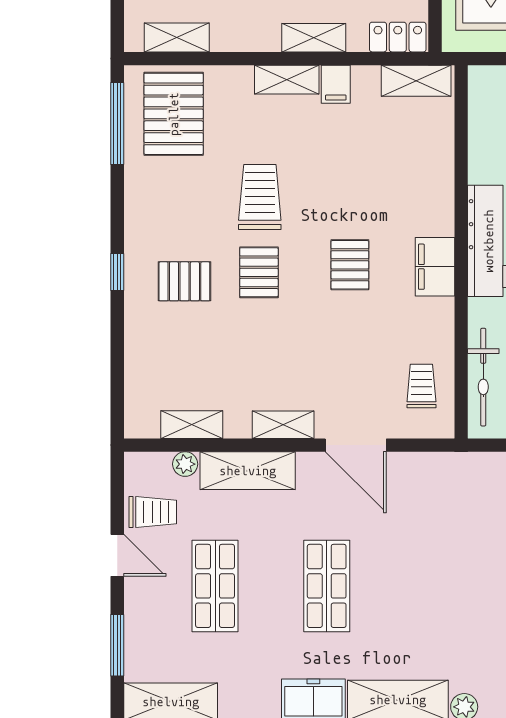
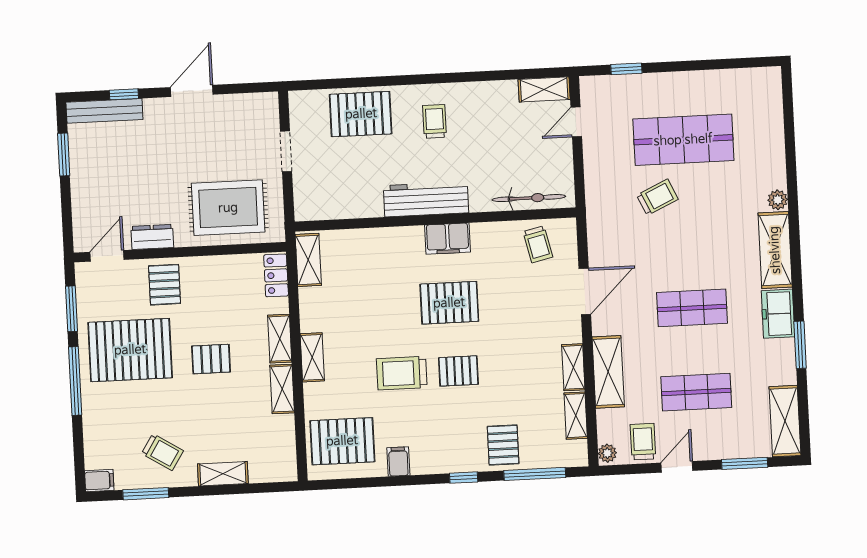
shelving: (177, 37) -> (282, 389), moved
filing cabinet: (336, 84) -> (398, 462), moved, turned -90
window: (117, 124) -> (535, 474), moved
pallet: (350, 265) -> (449, 303), width x1.50, depth x1.42
pallet: (184, 281) -> (503, 445), moved
trolley: (421, 386) -> (538, 244), turned -103
shelving: (283, 425) -> (573, 367), moved
plant: (185, 464) -> (607, 453), moved
trolley: (476, 548) -> (657, 197), added

